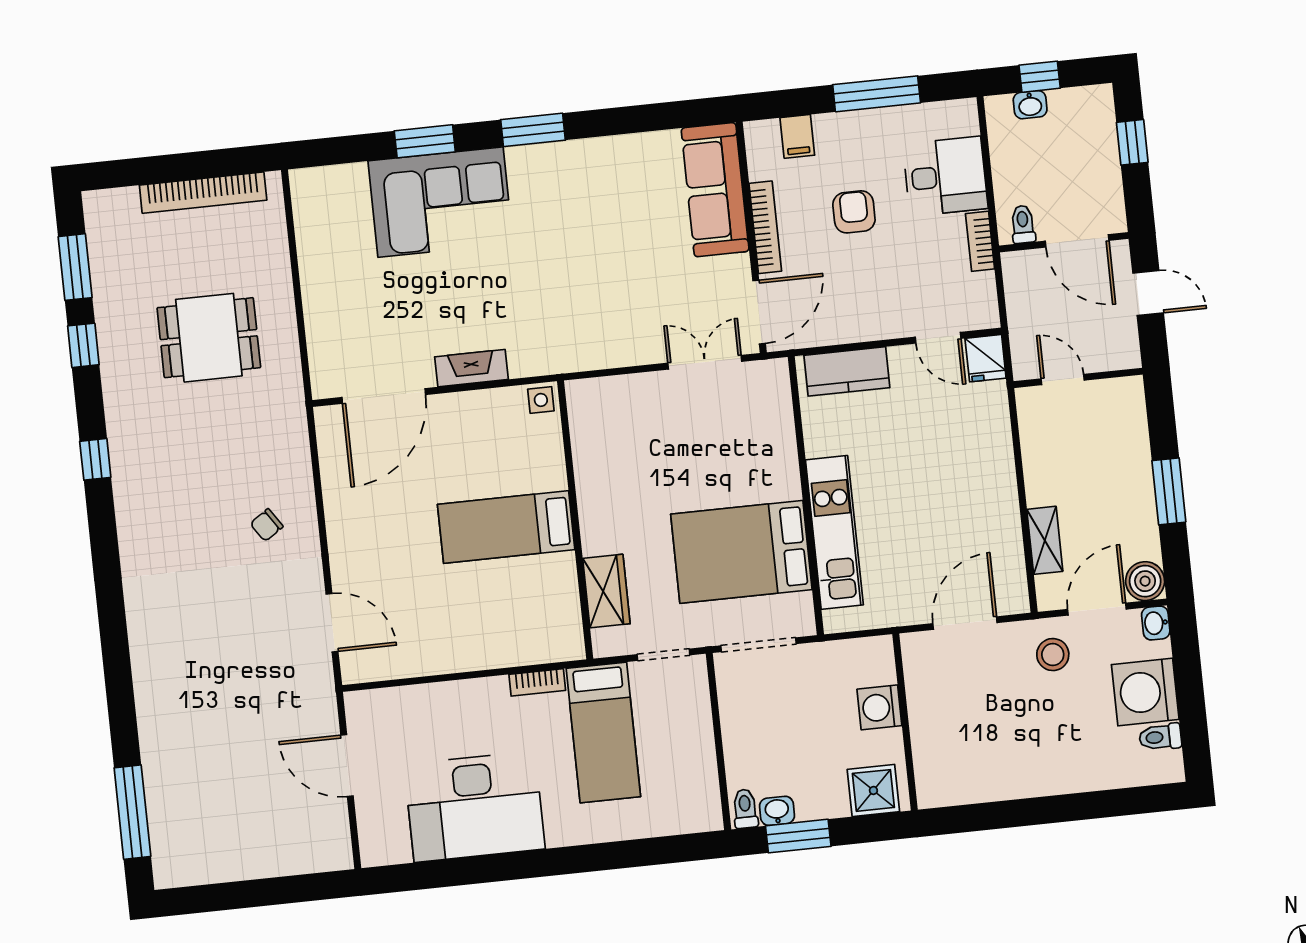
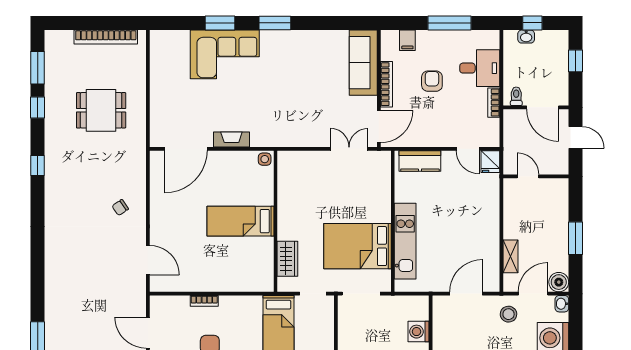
bookcase: (537, 682) -> (204, 301), moved

